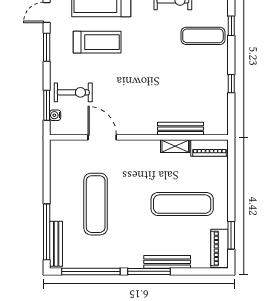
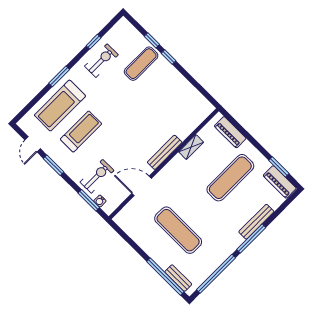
window: (231, 84) -> (168, 57), moved
bench: (181, 129) -> (165, 152), moved
piano: (210, 148) -> (230, 132), moved, turned 90
bench: (56, 244) -> (178, 278), width x0.73

